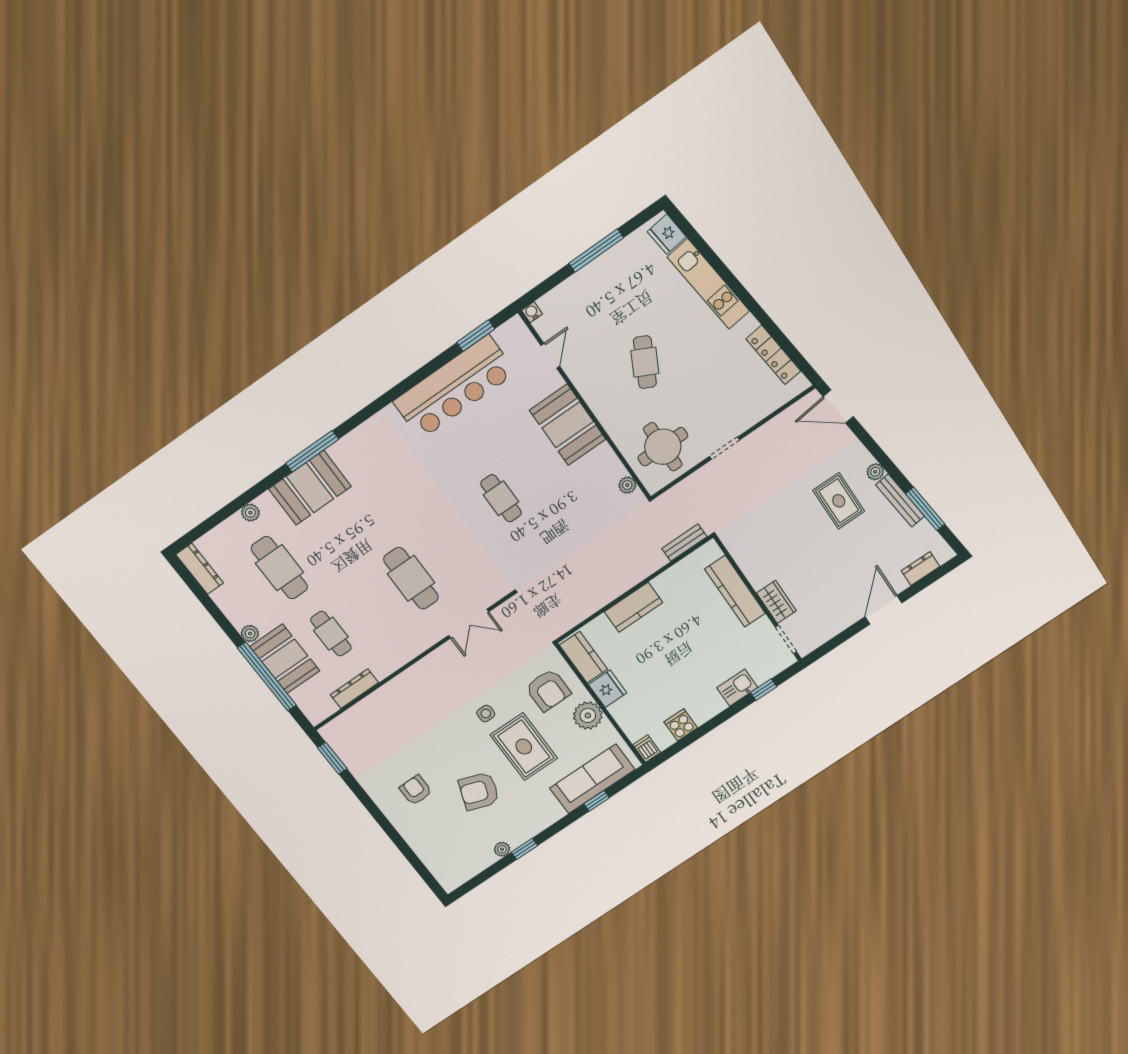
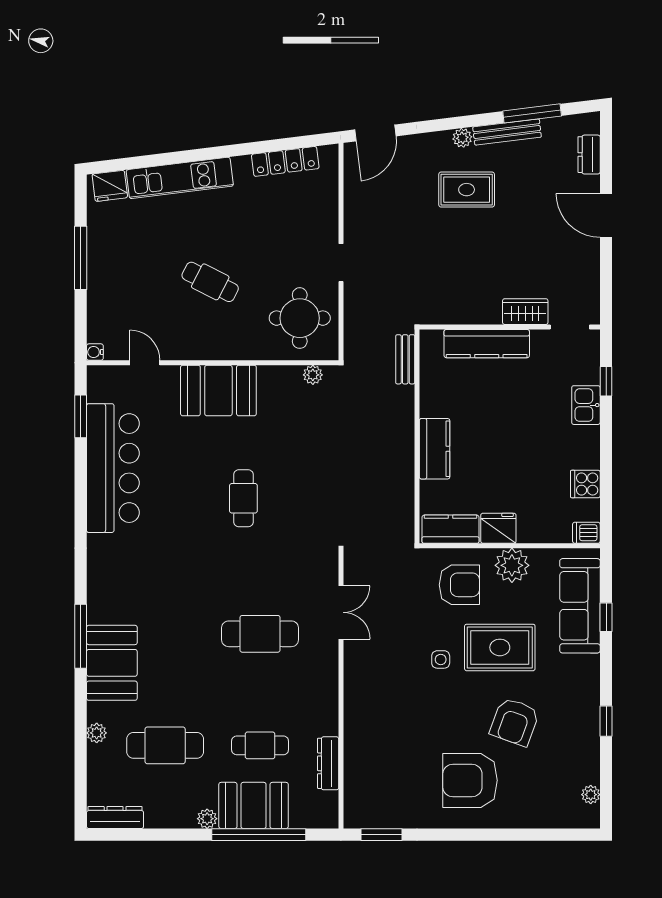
cafe table: (501, 498) -> (243, 498), turned 90
armchair: (416, 790) -> (470, 780), width x1.88, depth x1.88
plant: (502, 849) -> (591, 795), moved

